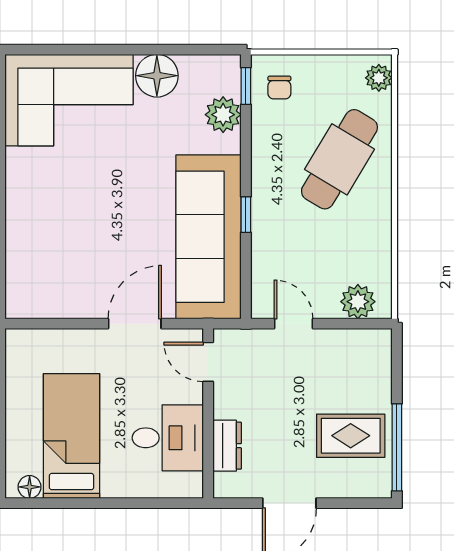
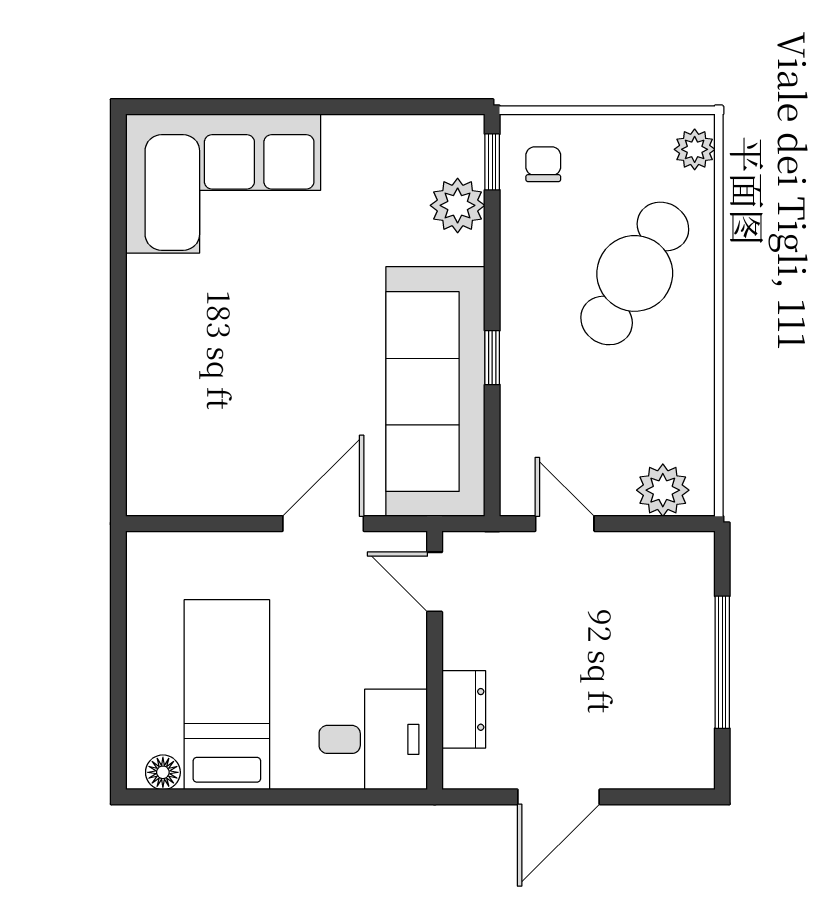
floor lamp: (157, 76) -> (357, 146), removed
chair: (279, 88) -> (543, 164), turned 180
rug: (351, 436) -> (652, 694), removed
desk: (168, 438) -> (373, 739), moved
window: (397, 447) -> (722, 662), moved

